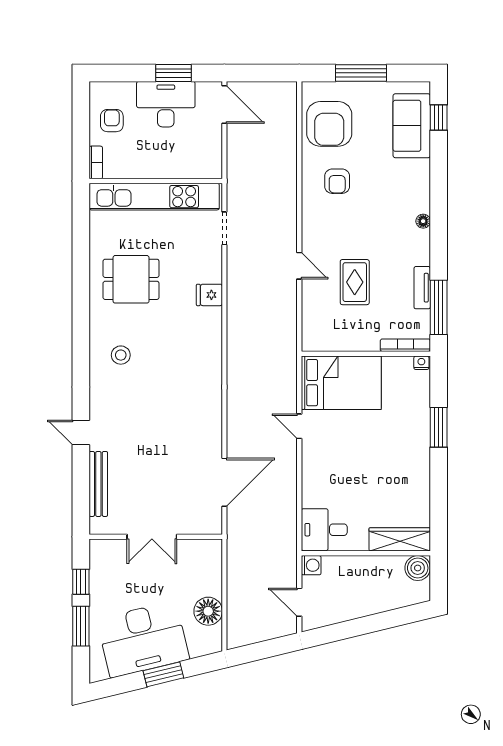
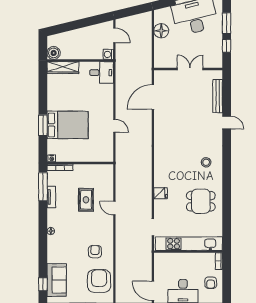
bed: (341, 383) -> (68, 125), moved, turned 180

